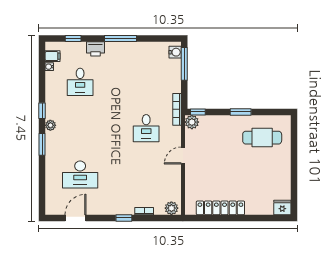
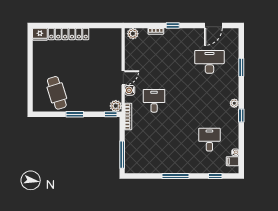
printer: (95, 49) -> (197, 167), removed
water cooler: (175, 52) -> (130, 90), moved
cafe table: (262, 138) -> (57, 93), turned 73
window: (42, 144) -> (241, 67), moved
locker: (220, 208) -> (69, 34), moved

